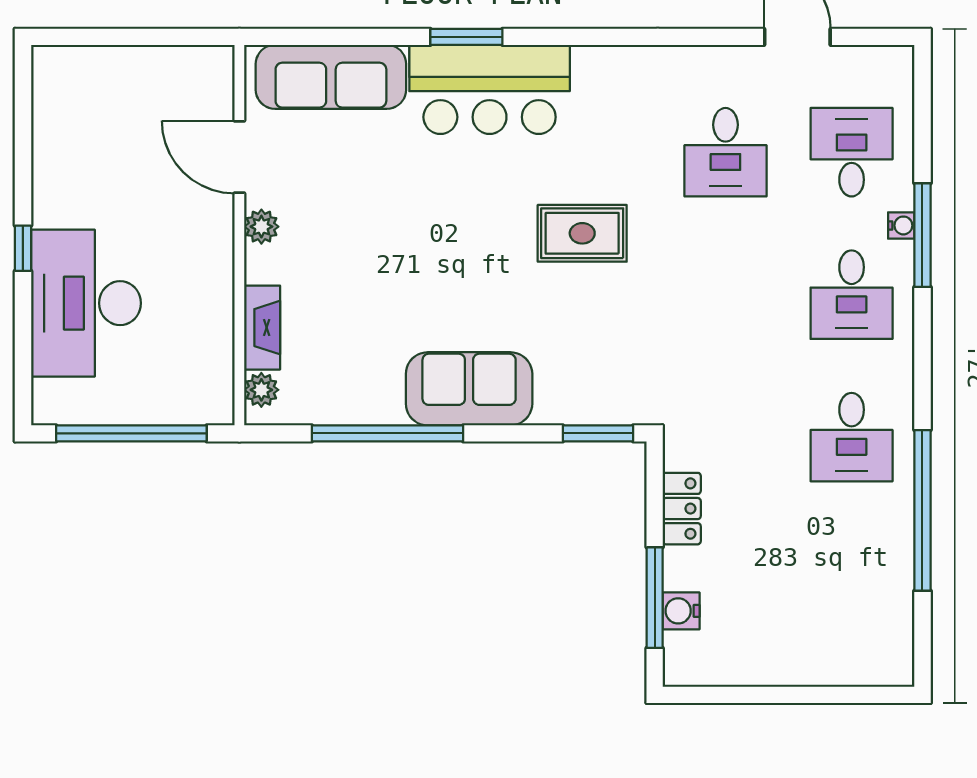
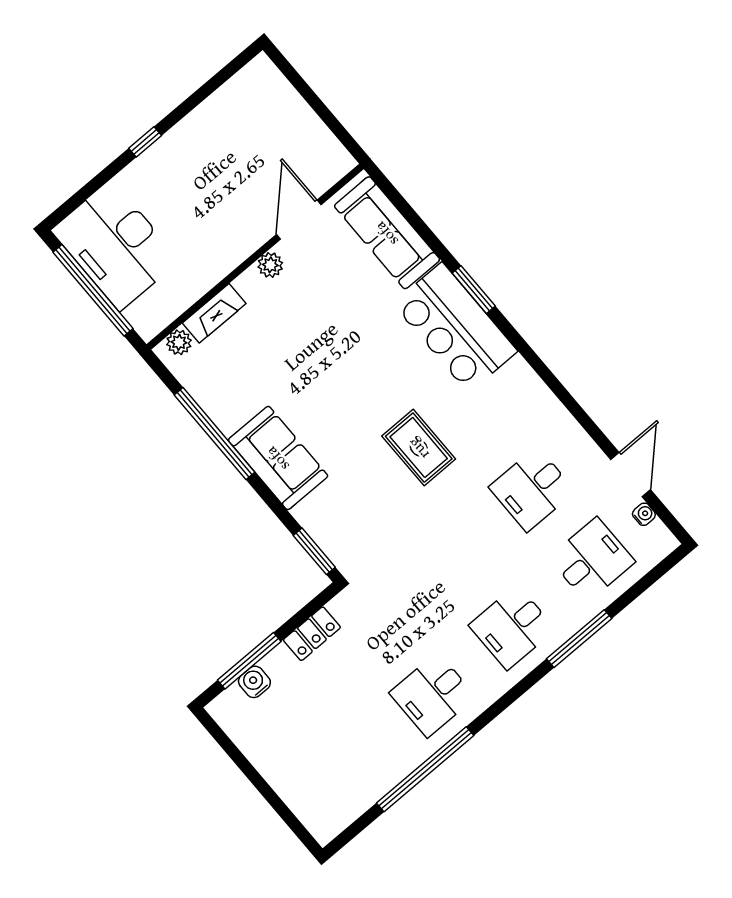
water cooler: (901, 225) -> (644, 514), moved, turned -90
desk: (86, 303) -> (115, 245), moved, turned -90

